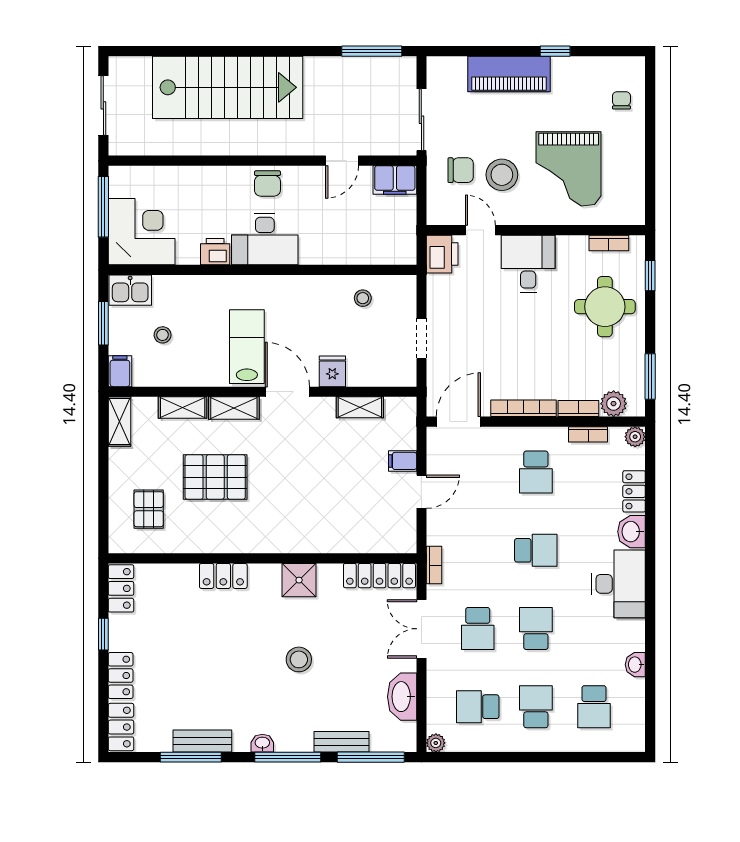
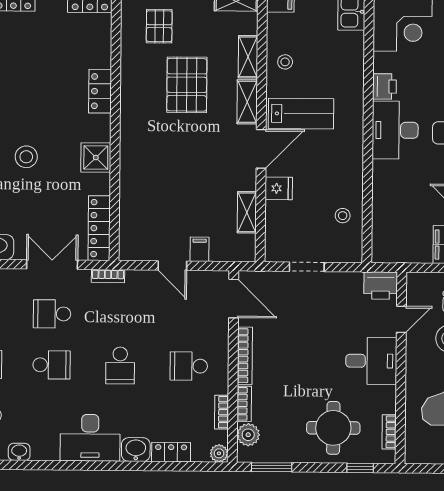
stool: (163, 335) -> (285, 62), moved
pallet: (149, 509) -> (159, 26), turned 90

